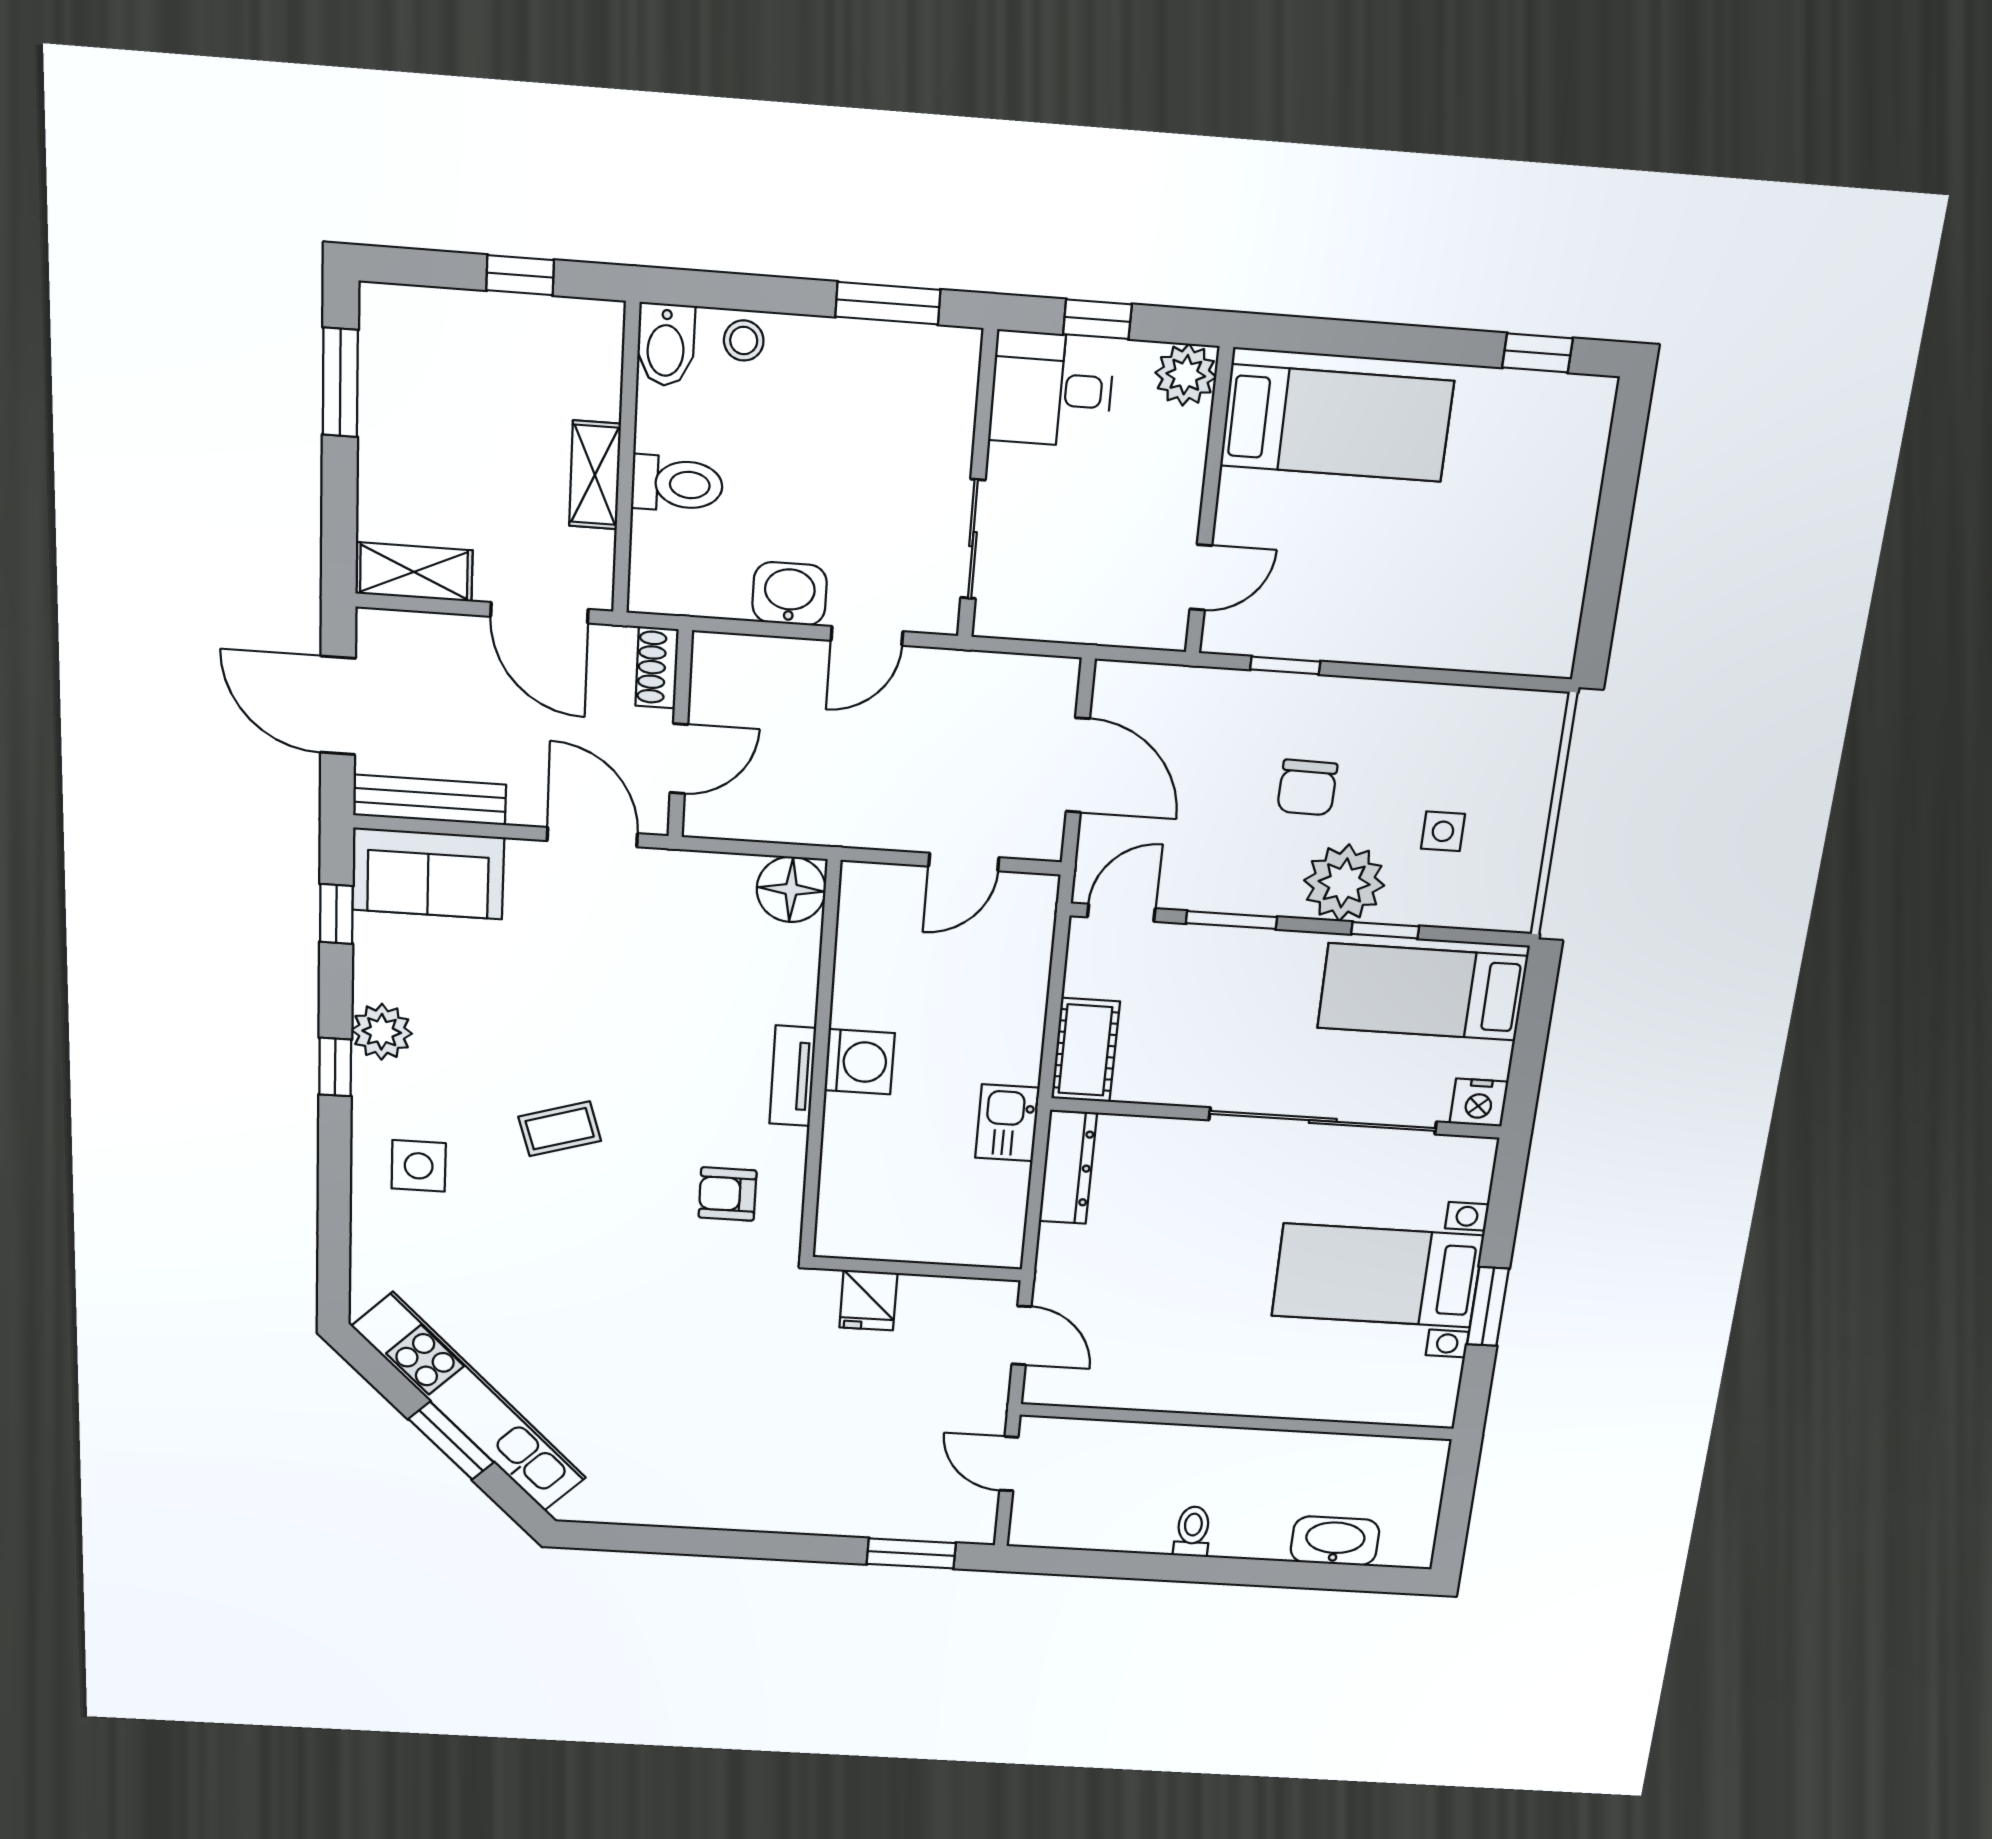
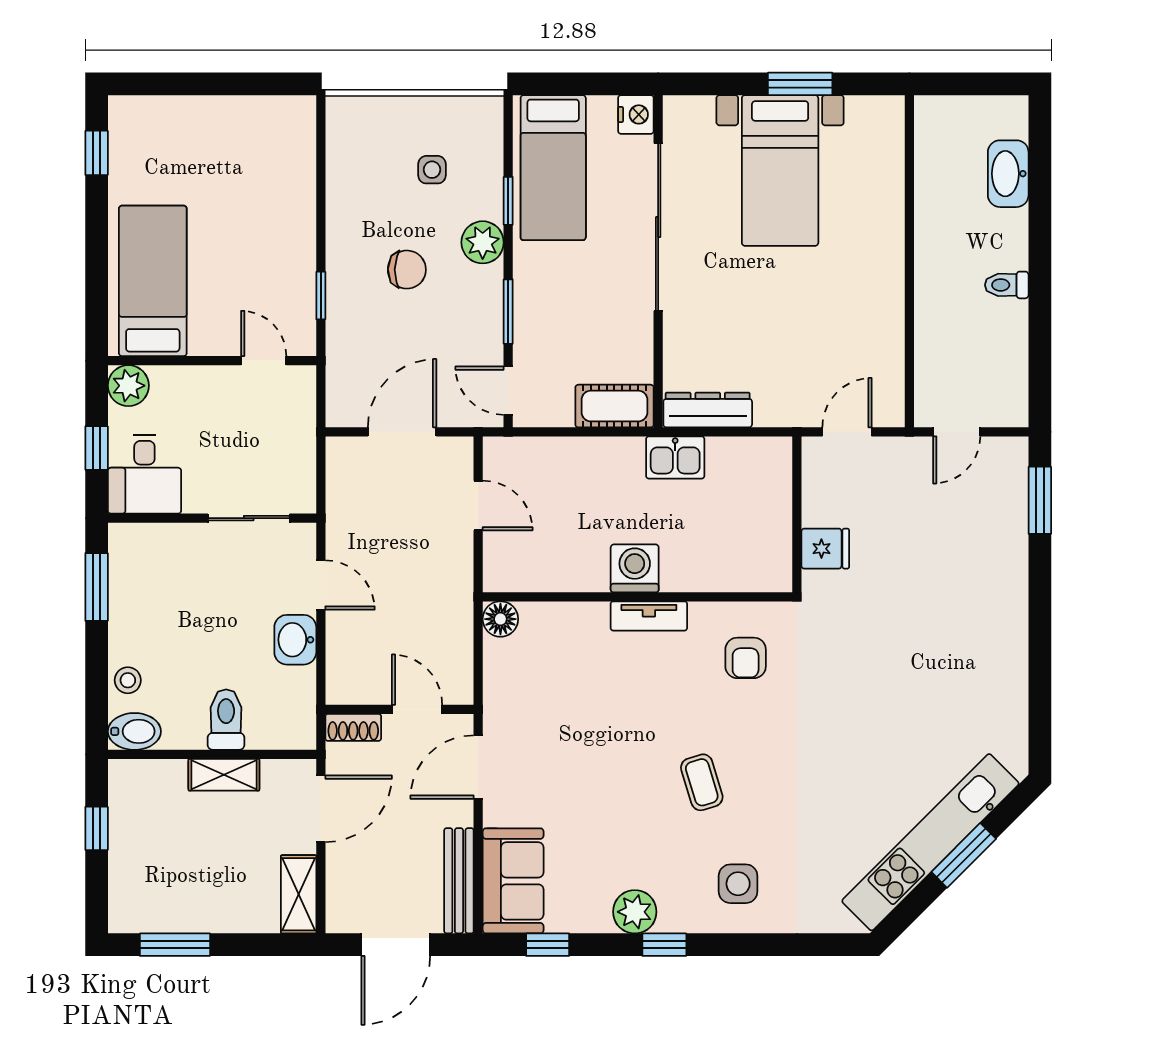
plant: (1344, 883) -> (483, 242), width x0.73, depth x0.73
floor lamp: (791, 889) -> (500, 619), width x0.73, depth x0.73

